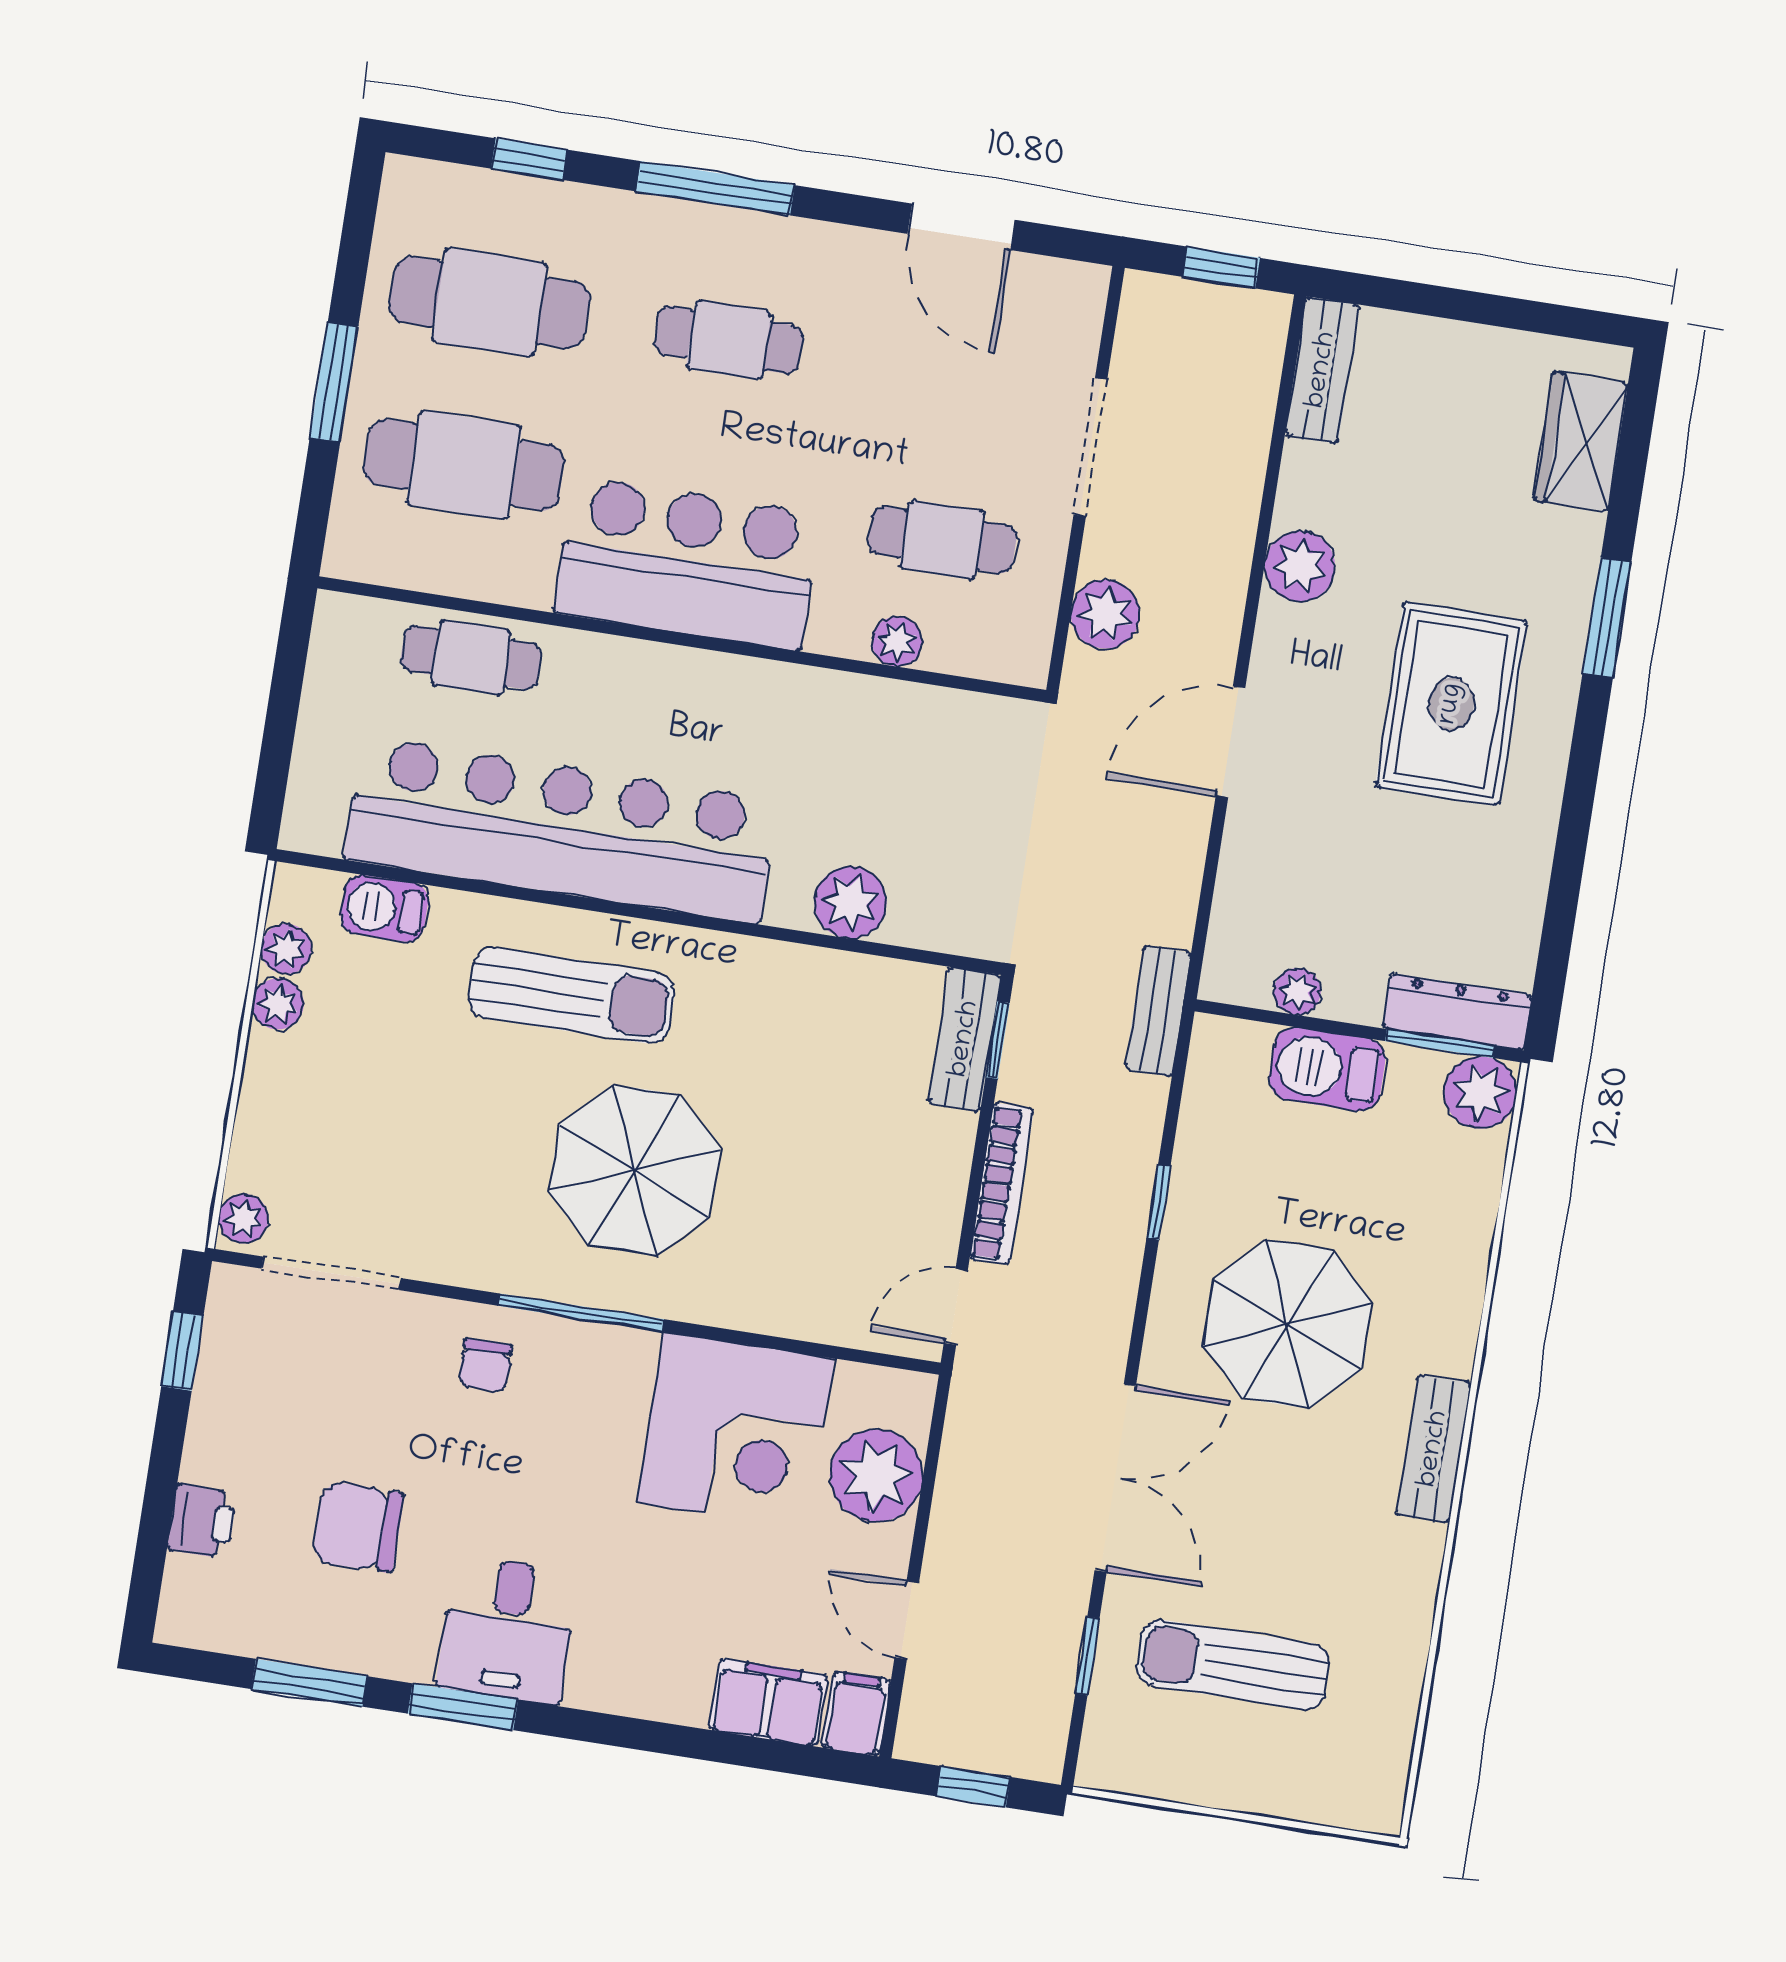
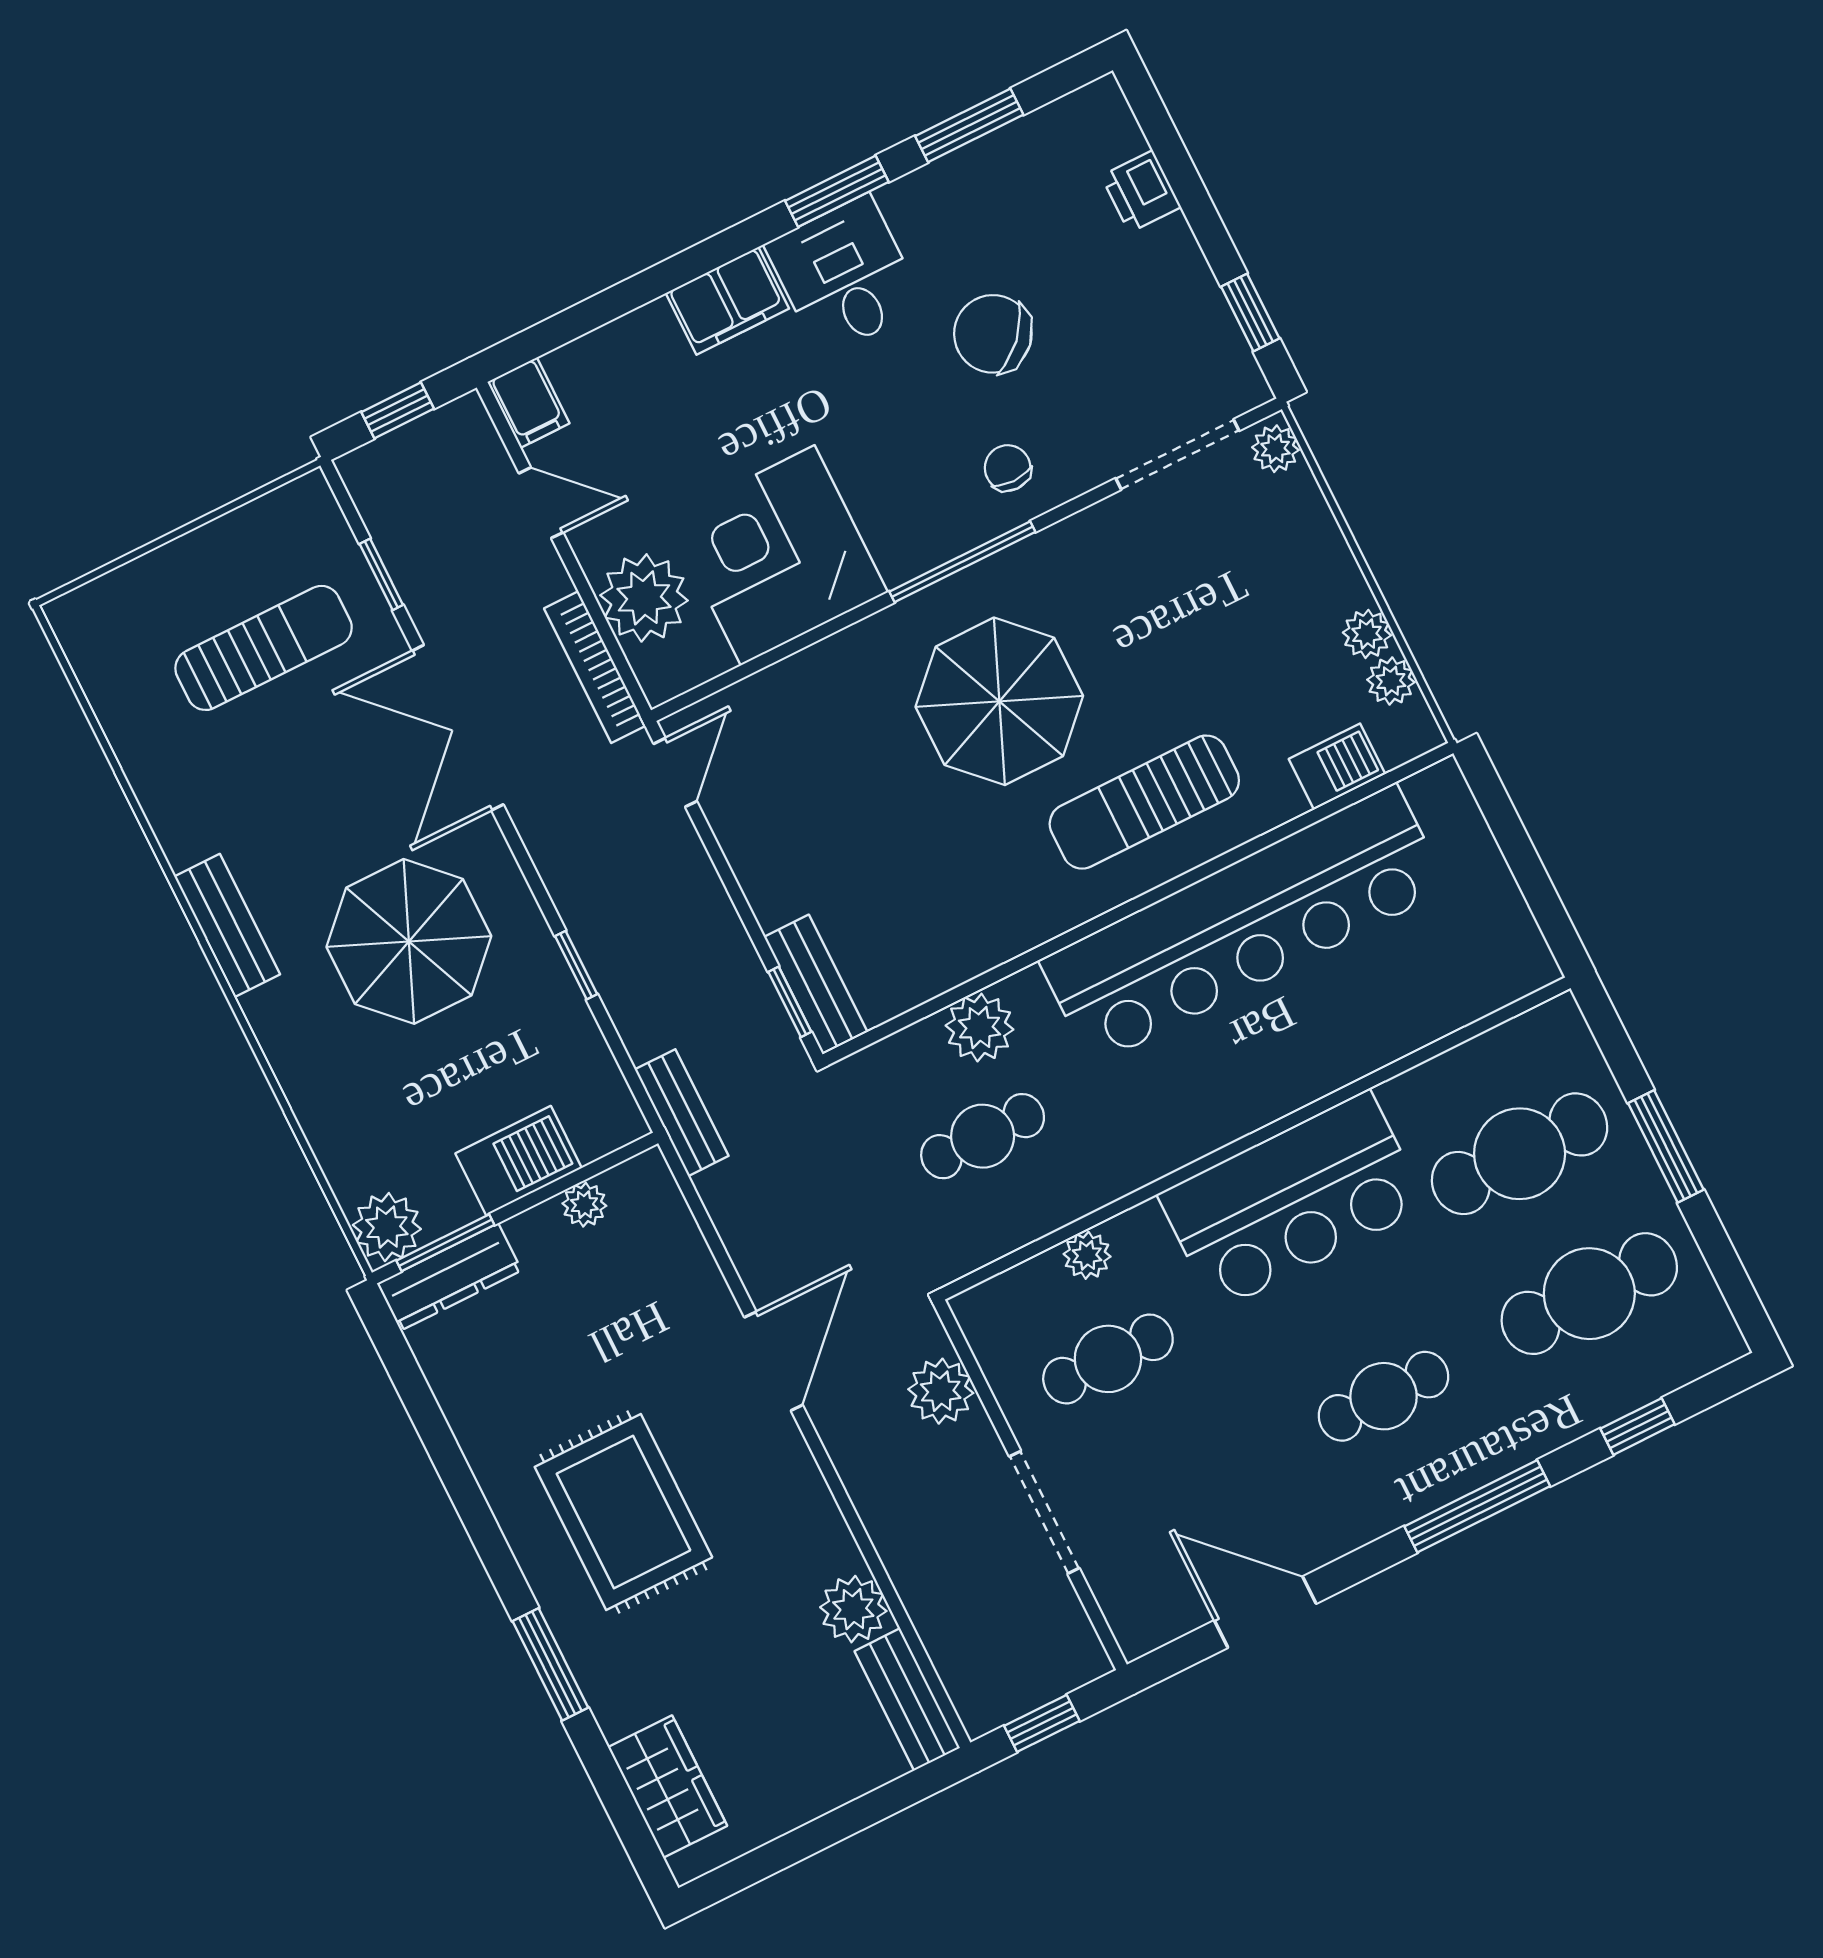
plant: (1300, 566) -> (853, 1609), moved
cafe table: (471, 657) -> (983, 1136), moved
bookcase: (1002, 1184) -> (595, 667), moved
chair: (358, 1527) -> (993, 334), moved, turned -137
filing cabinet: (768, 1702) -> (727, 301), moved

